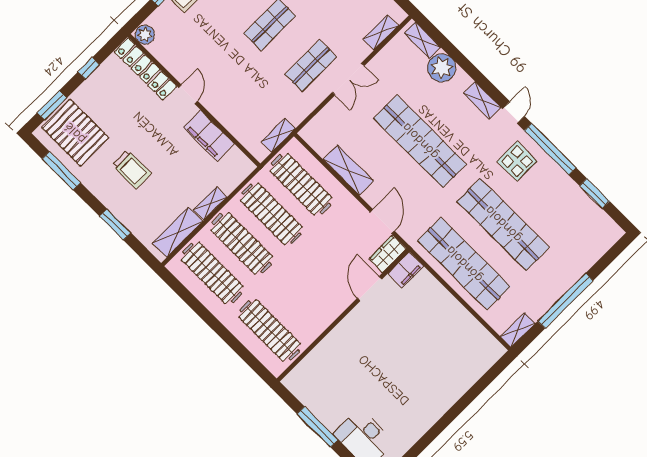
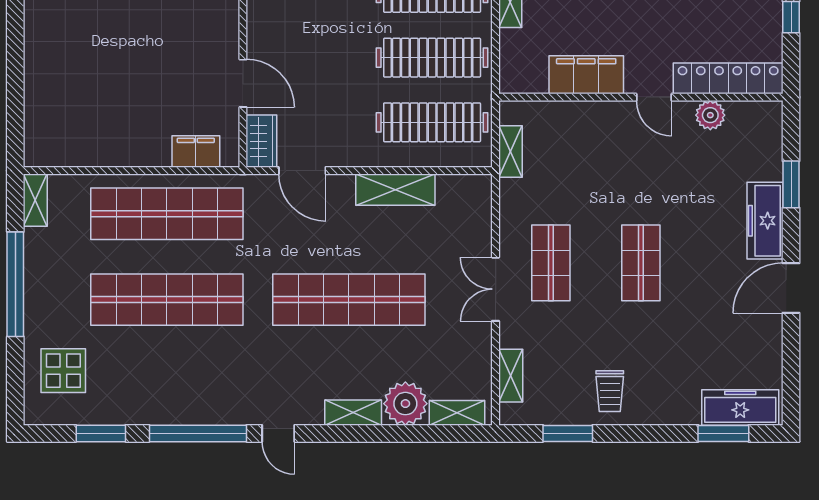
plant: (145, 35) -> (710, 115), moved
shelving: (482, 100) -> (353, 413), moved
display table: (517, 161) -> (63, 371), moved
filing cabinet: (406, 270) -> (196, 151), moved, turned 90

